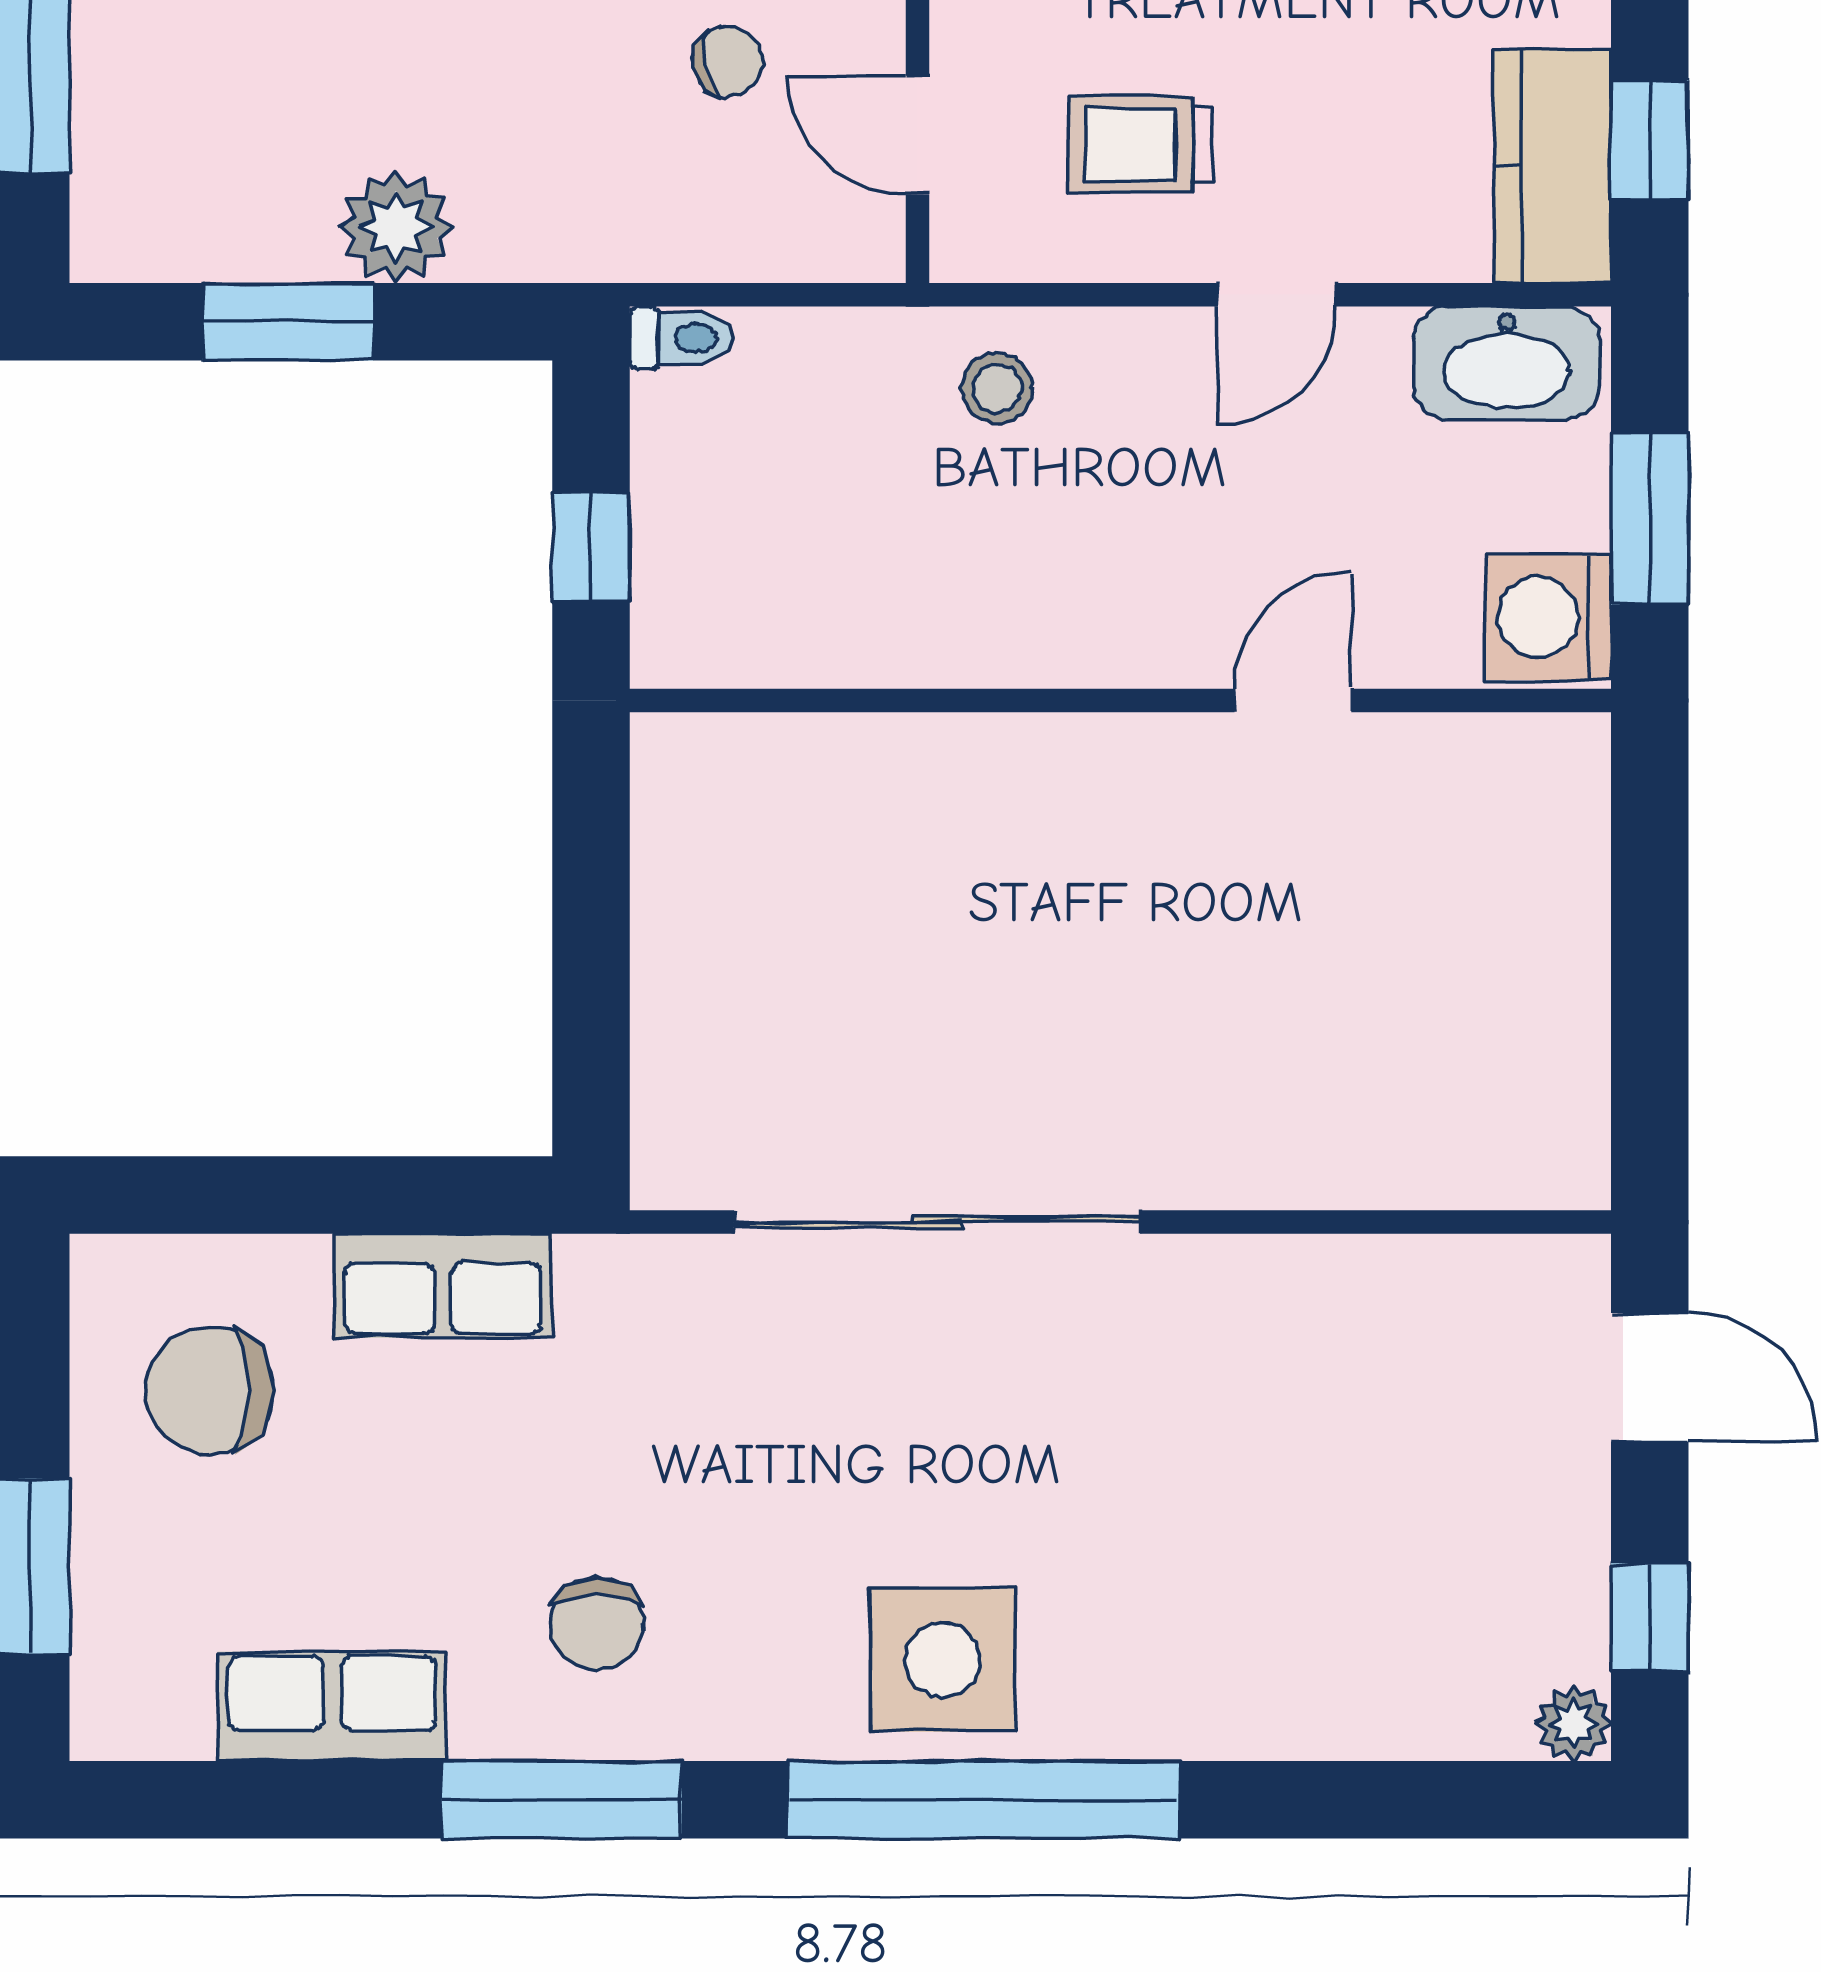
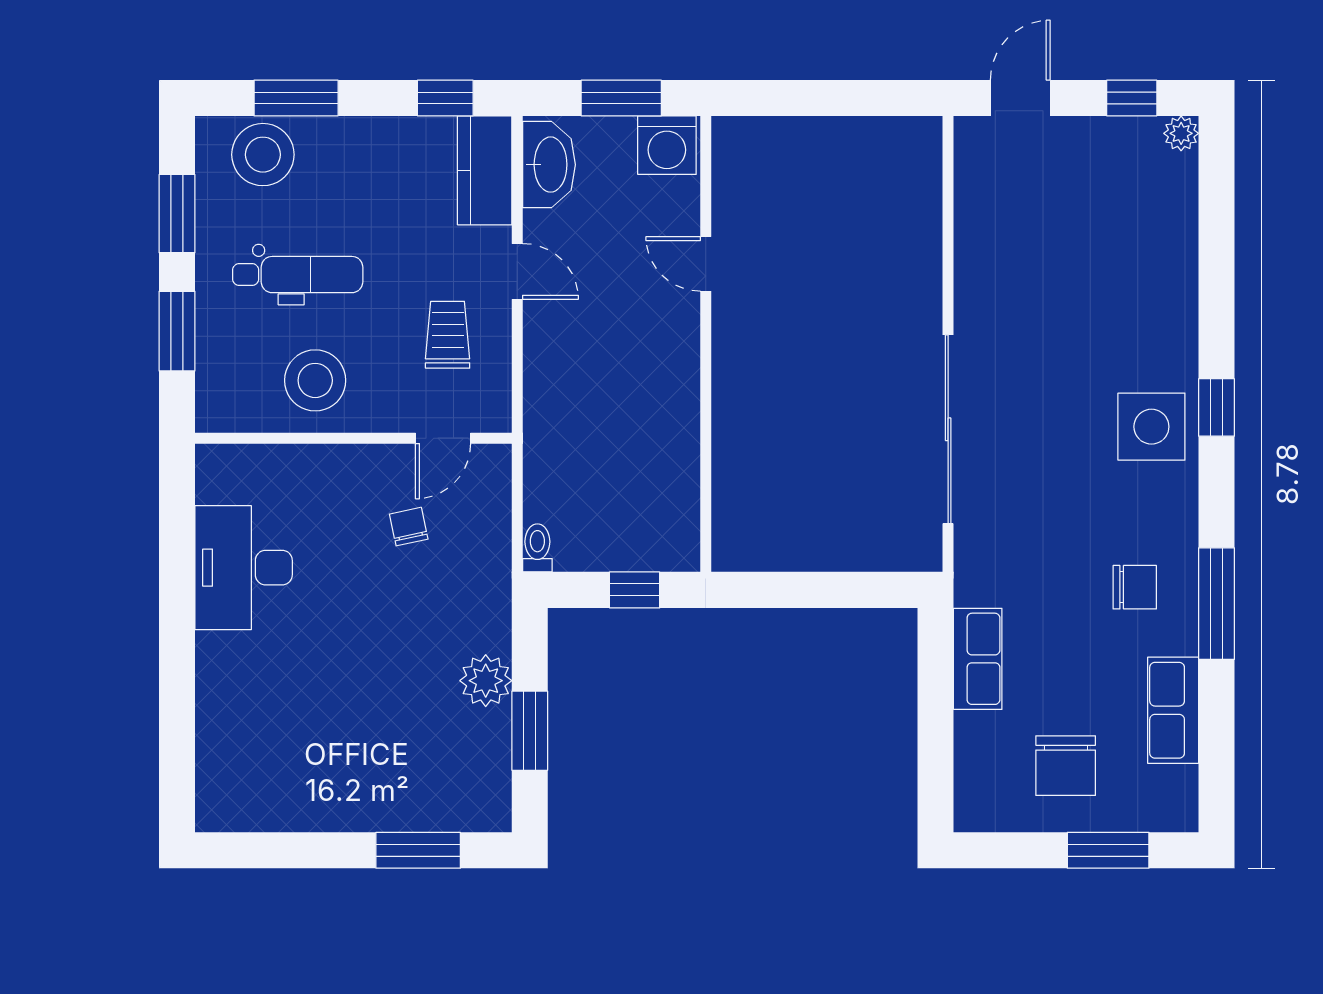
trolley: (1140, 145) -> (448, 335), turned 180
kitchen counter: (1553, 166) -> (485, 170), moved, turned 90
stool: (997, 388) -> (561, 401), removed
chair: (209, 1391) -> (1066, 766), moved
window: (984, 1800) -> (1217, 407), width x0.32

